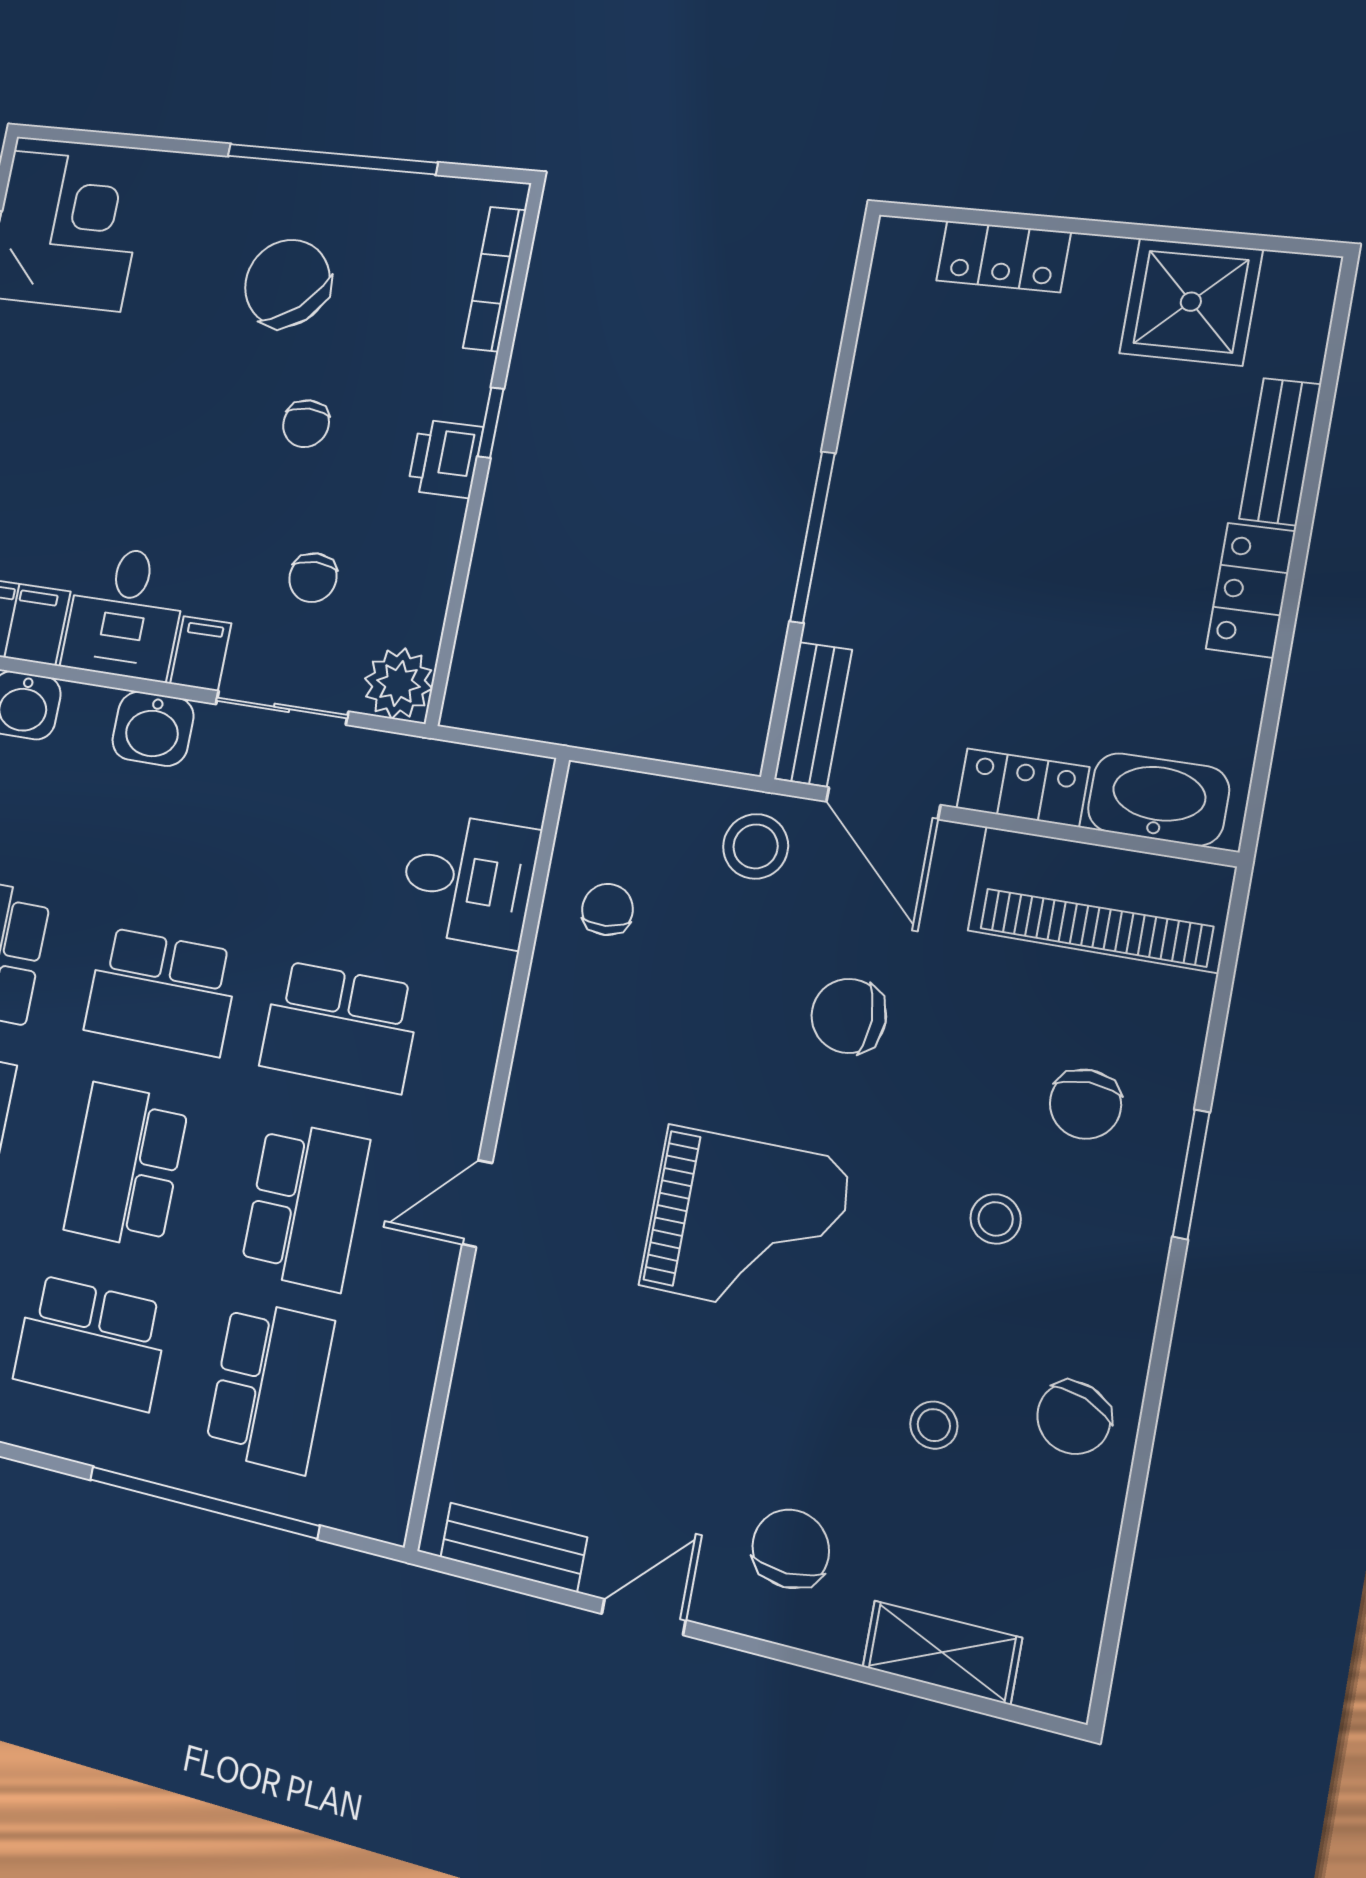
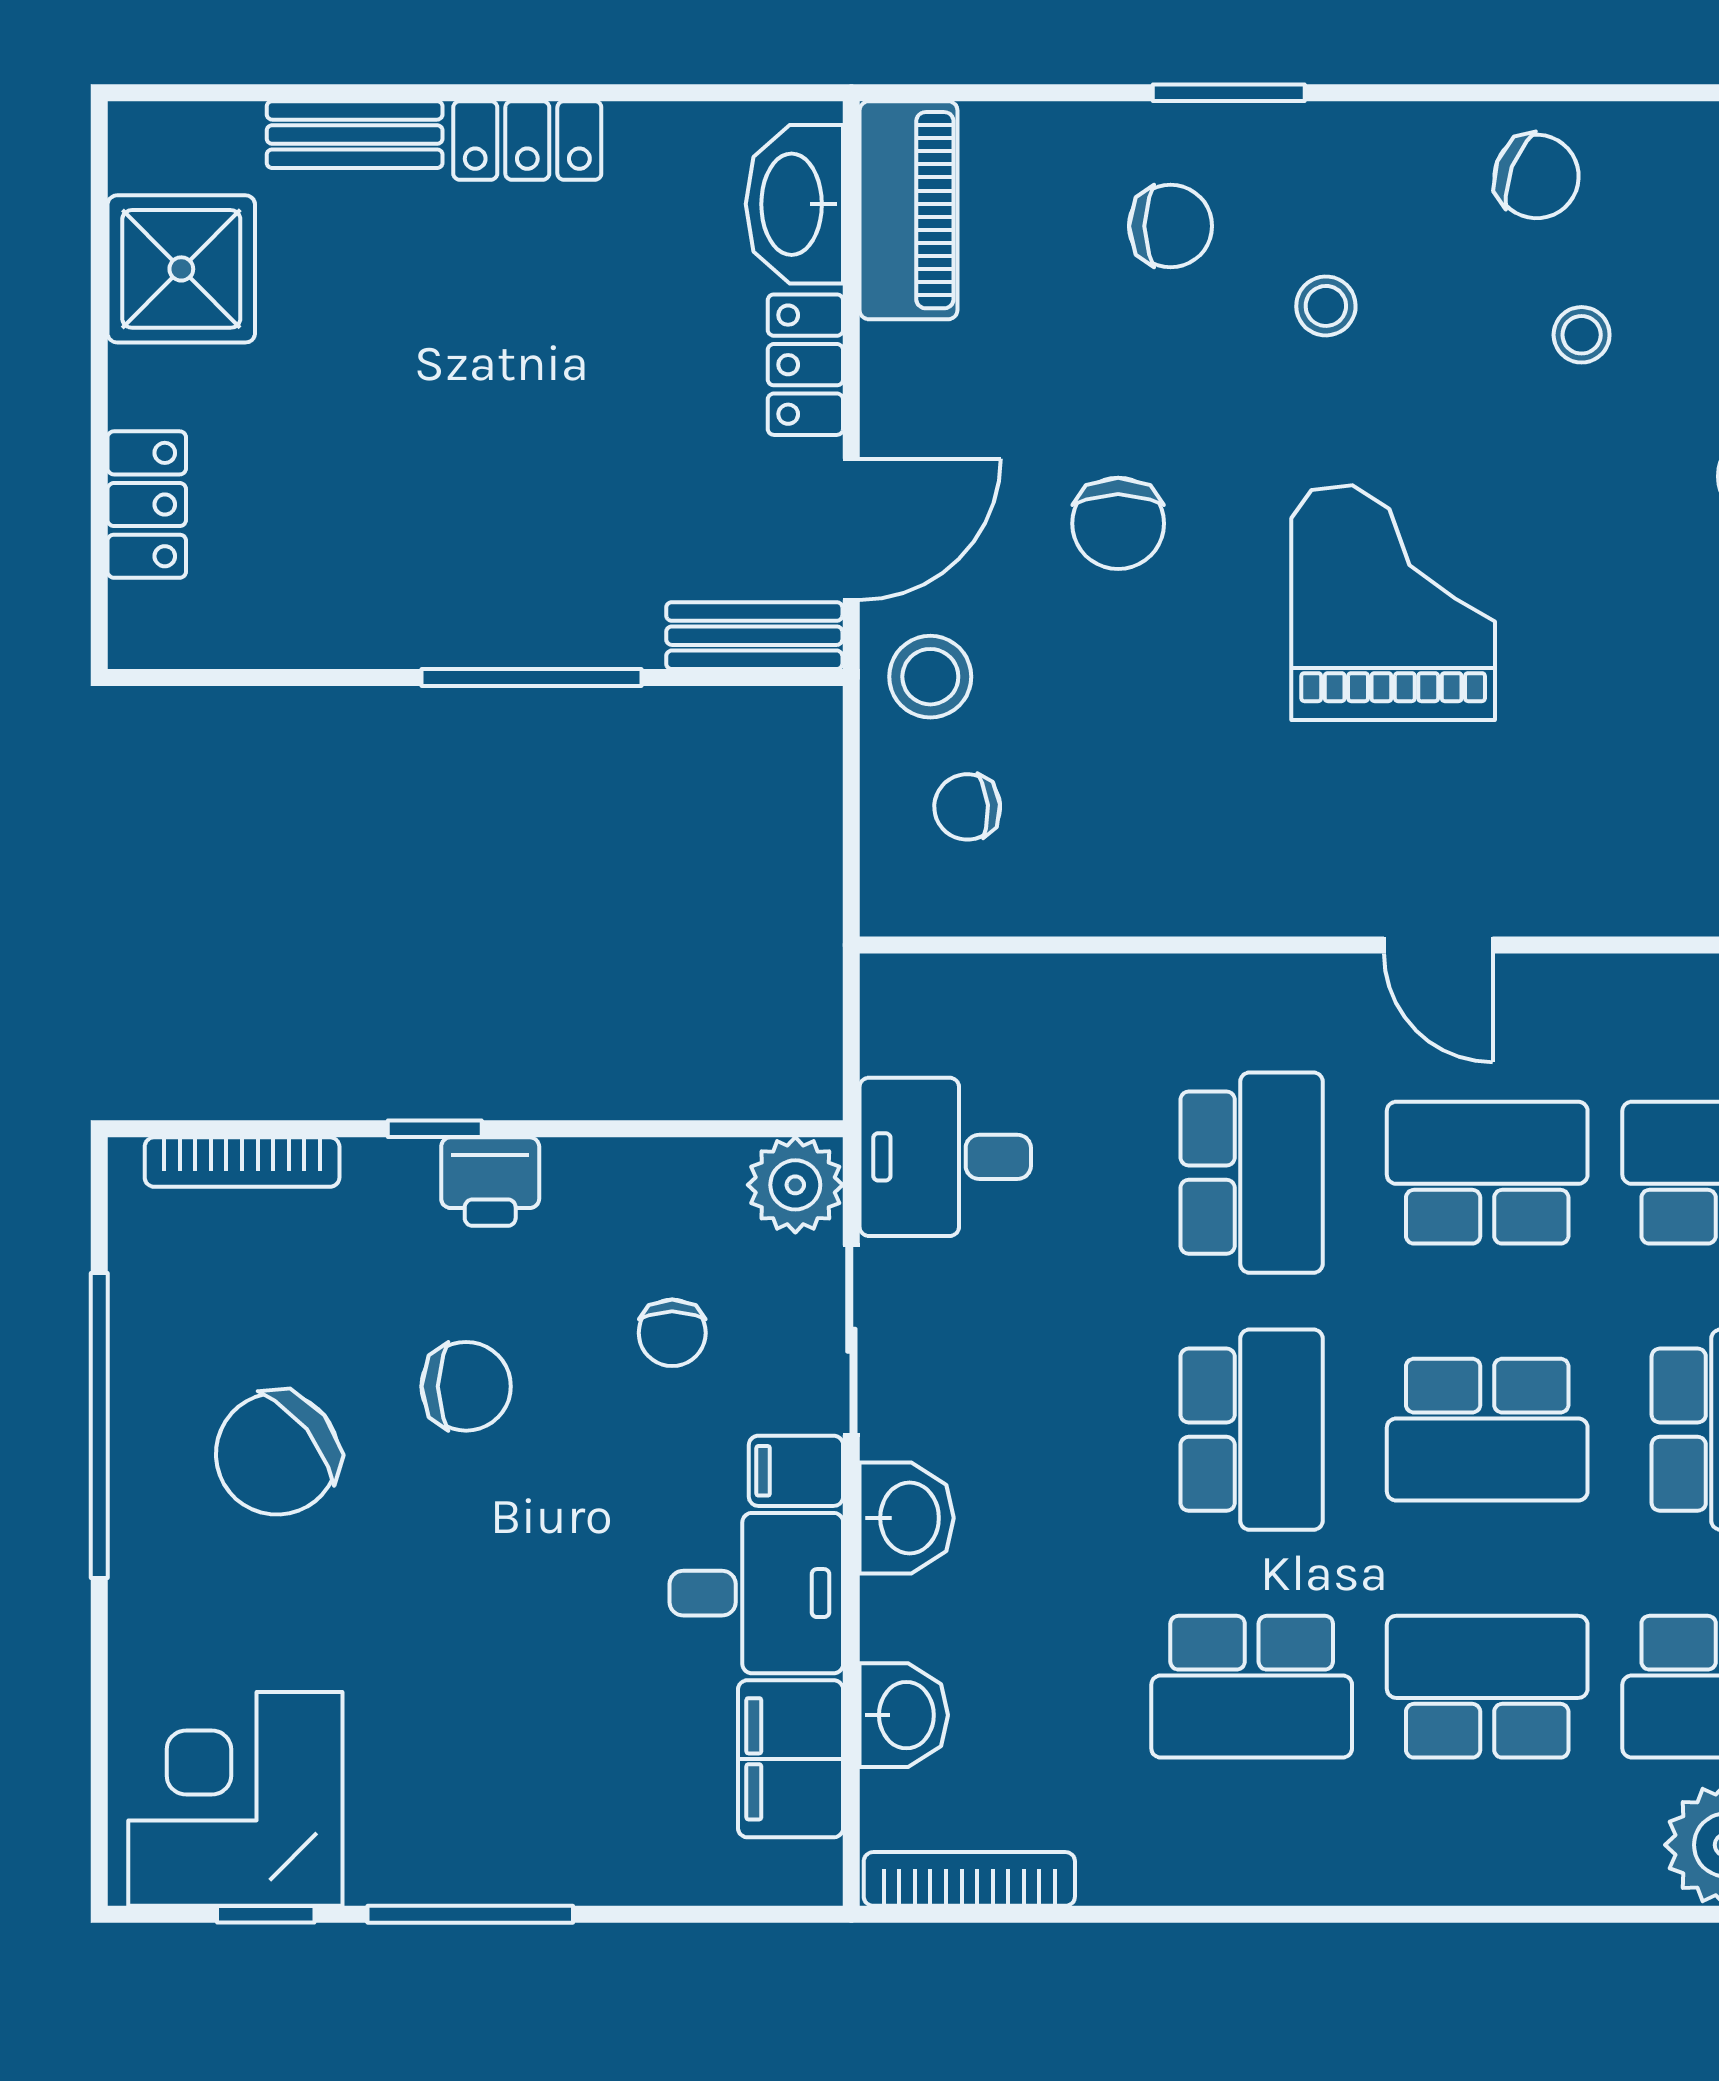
chair: (306, 424) -> (466, 1386), width x1.37, depth x1.37
chair: (313, 578) -> (672, 1333), turned 90
desk: (468, 880) -> (945, 1157), moved, turned -90
piano: (1101, 899) -> (909, 210), width x0.73, depth x0.75
chair: (607, 909) -> (967, 807), moved

